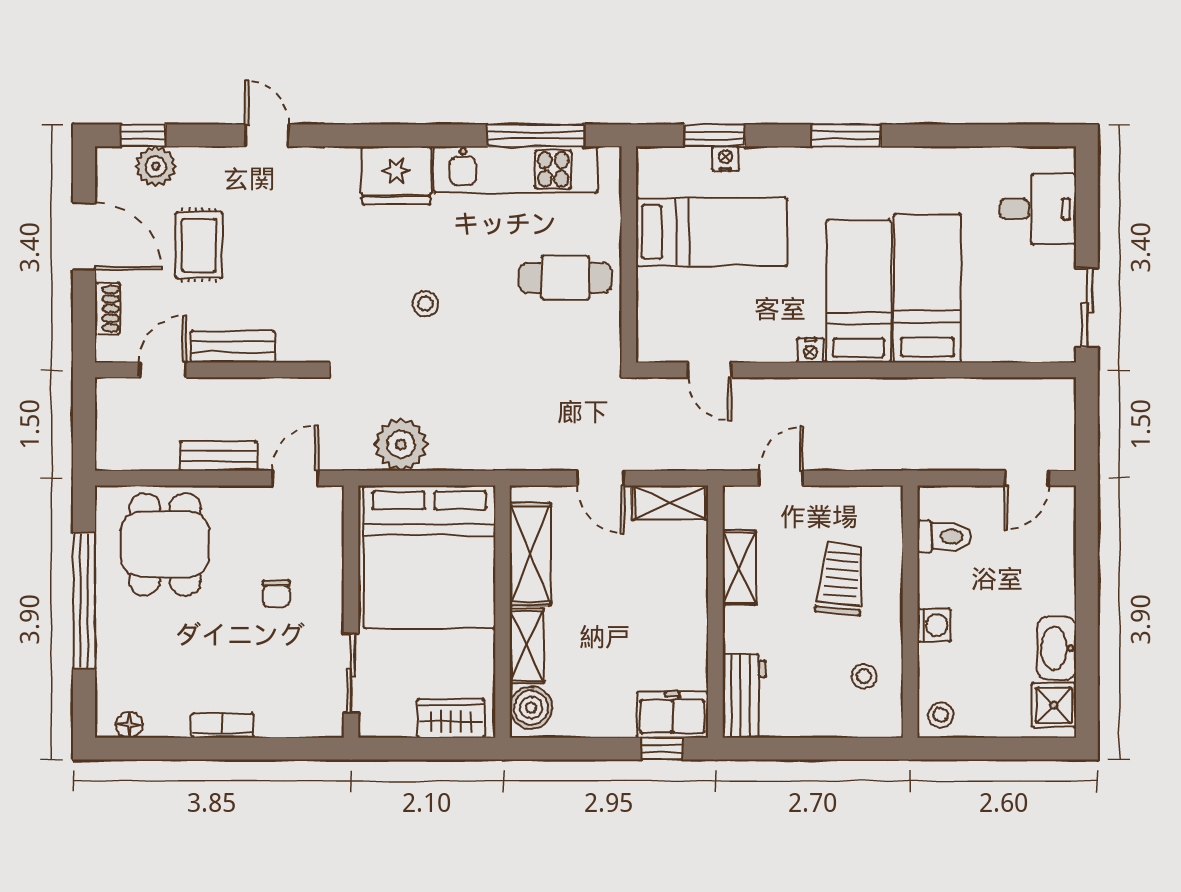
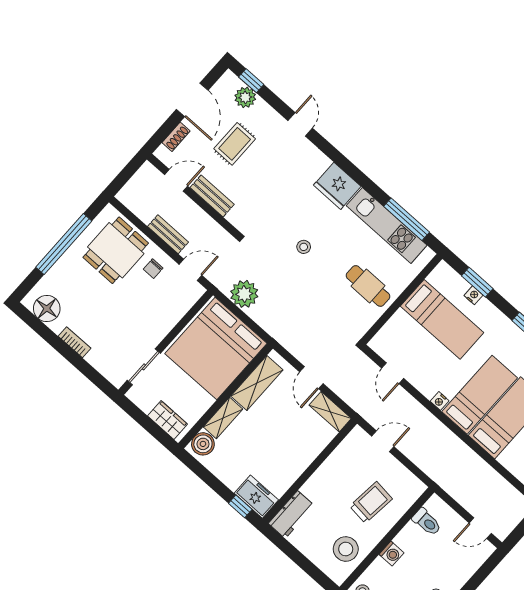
shelving: (739, 568) -> (335, 462), removed
chair: (276, 594) -> (153, 269), moved
stool: (864, 676) -> (346, 549), width x1.89, depth x1.89
floor lamp: (129, 725) -> (47, 309), width x1.89, depth x1.89

